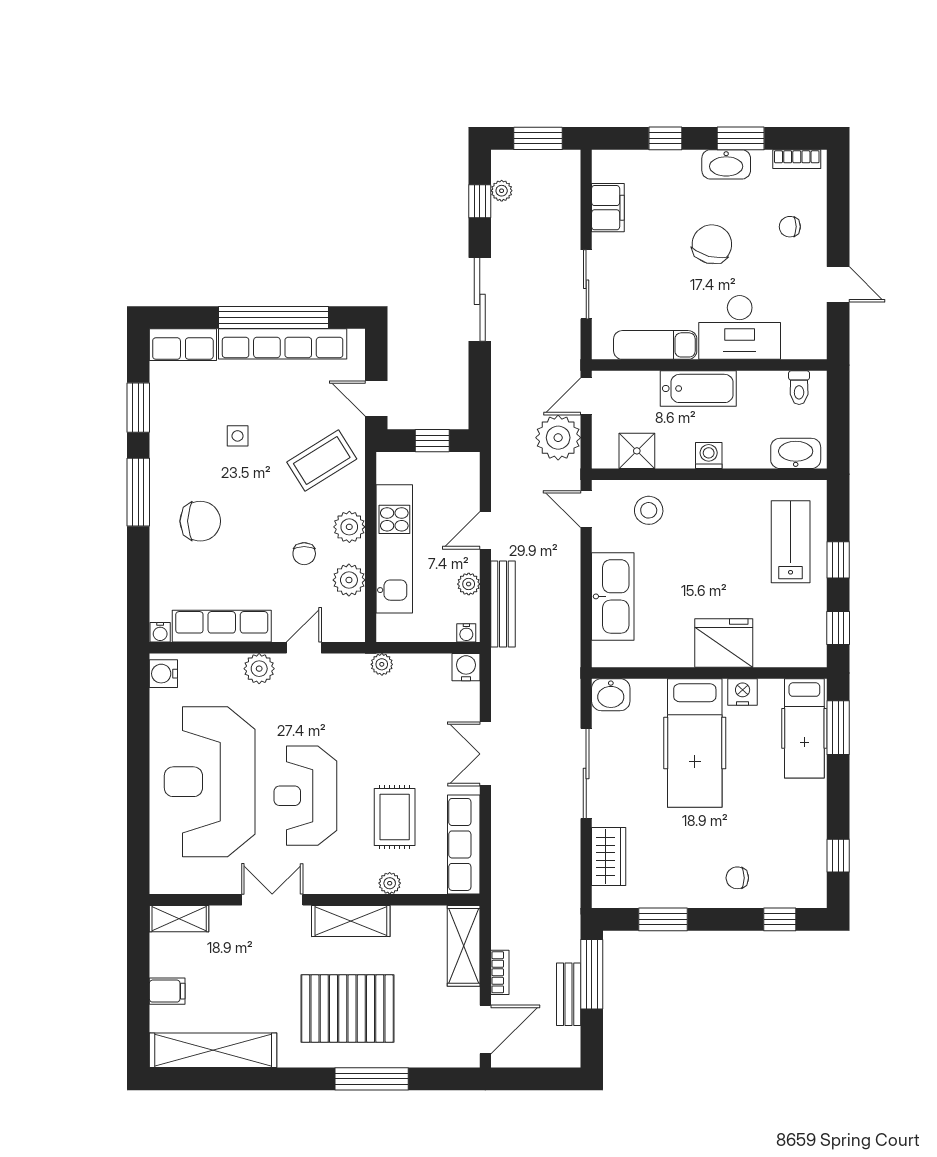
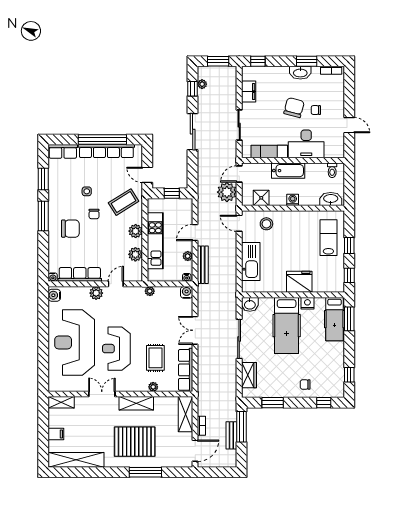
window: (665, 138) -> (258, 61), moved
chair: (790, 227) -> (316, 110), moved
chair: (304, 554) -> (94, 214), moved

